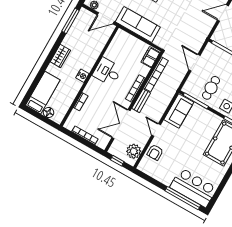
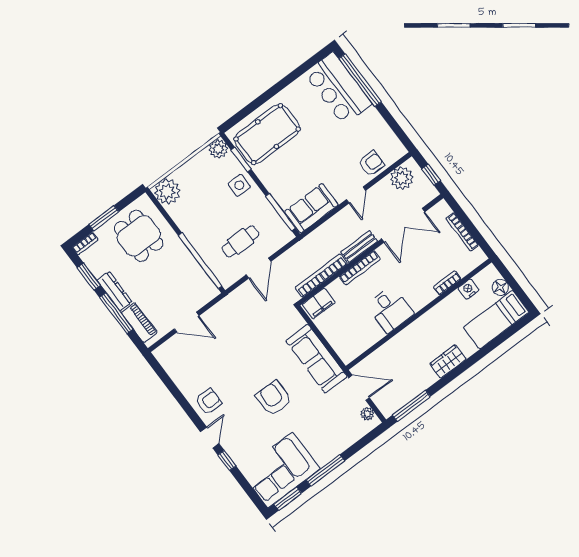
nightstand: (82, 76) -> (468, 289), moved
cafe table: (211, 88) -> (241, 241), moved

